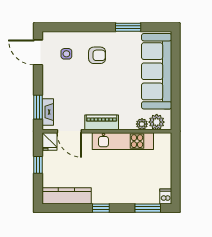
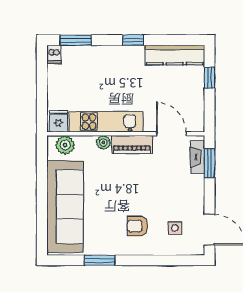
plant: (142, 124) -> (103, 142), moved
fridge: (49, 141) -> (58, 121), moved
window: (38, 165) -> (209, 78), moved

